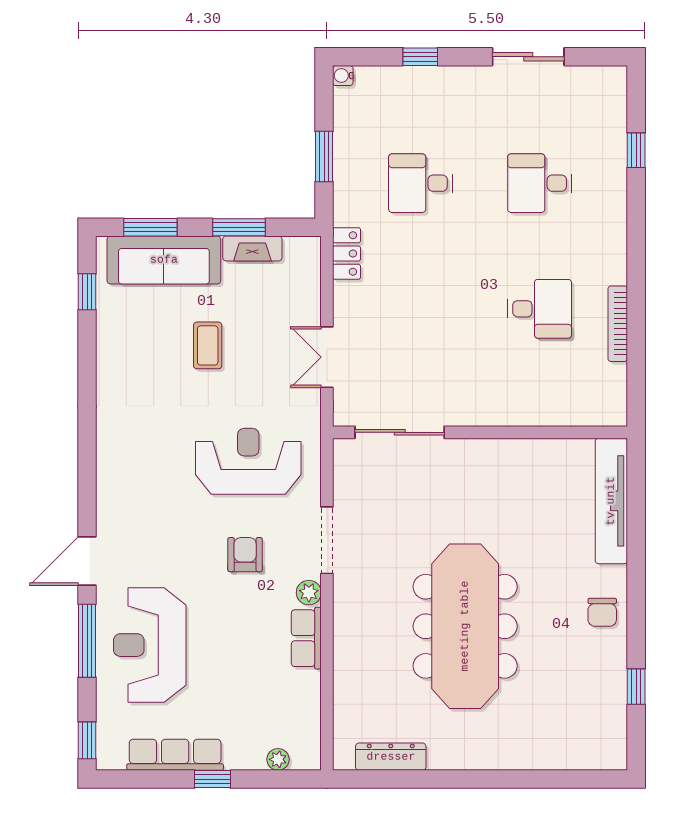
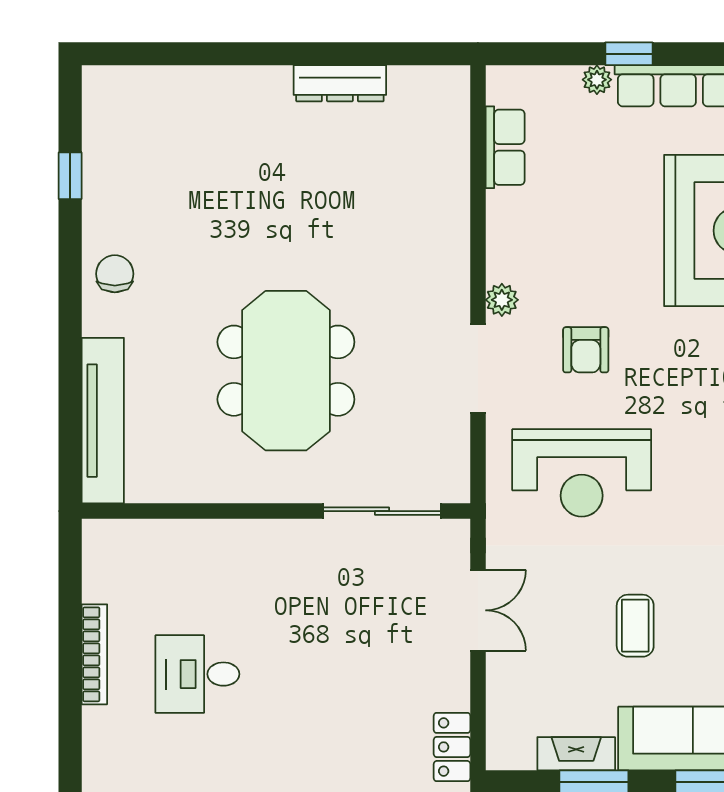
meeting table: (465, 626) -> (286, 371), moved, width x0.73
row of seats: (306, 638) -> (505, 147), moved
dresser: (391, 757) -> (340, 83), moved
plant: (278, 759) -> (597, 80), moved

